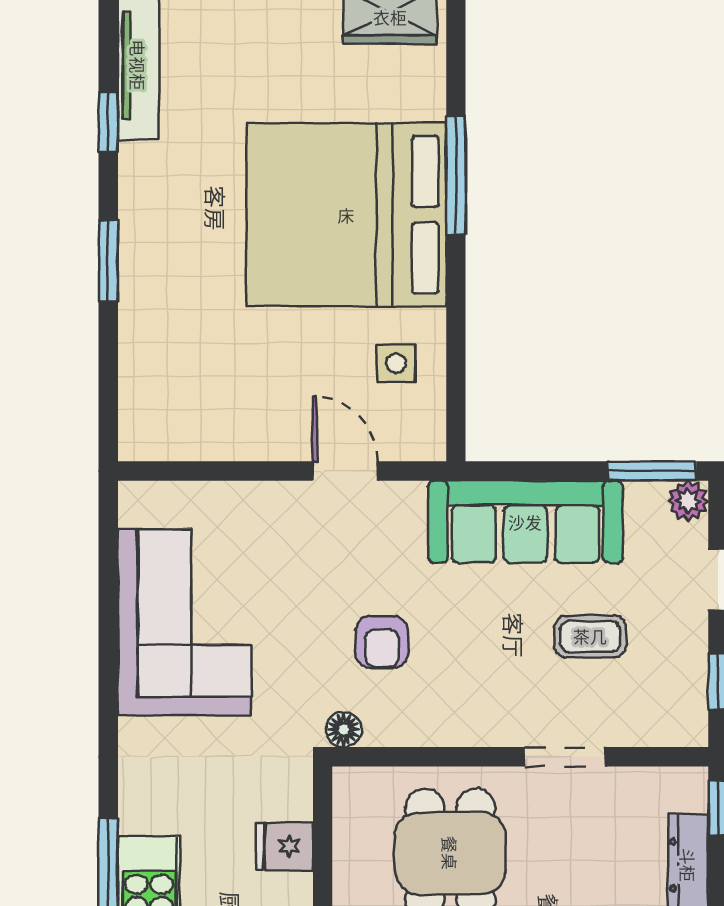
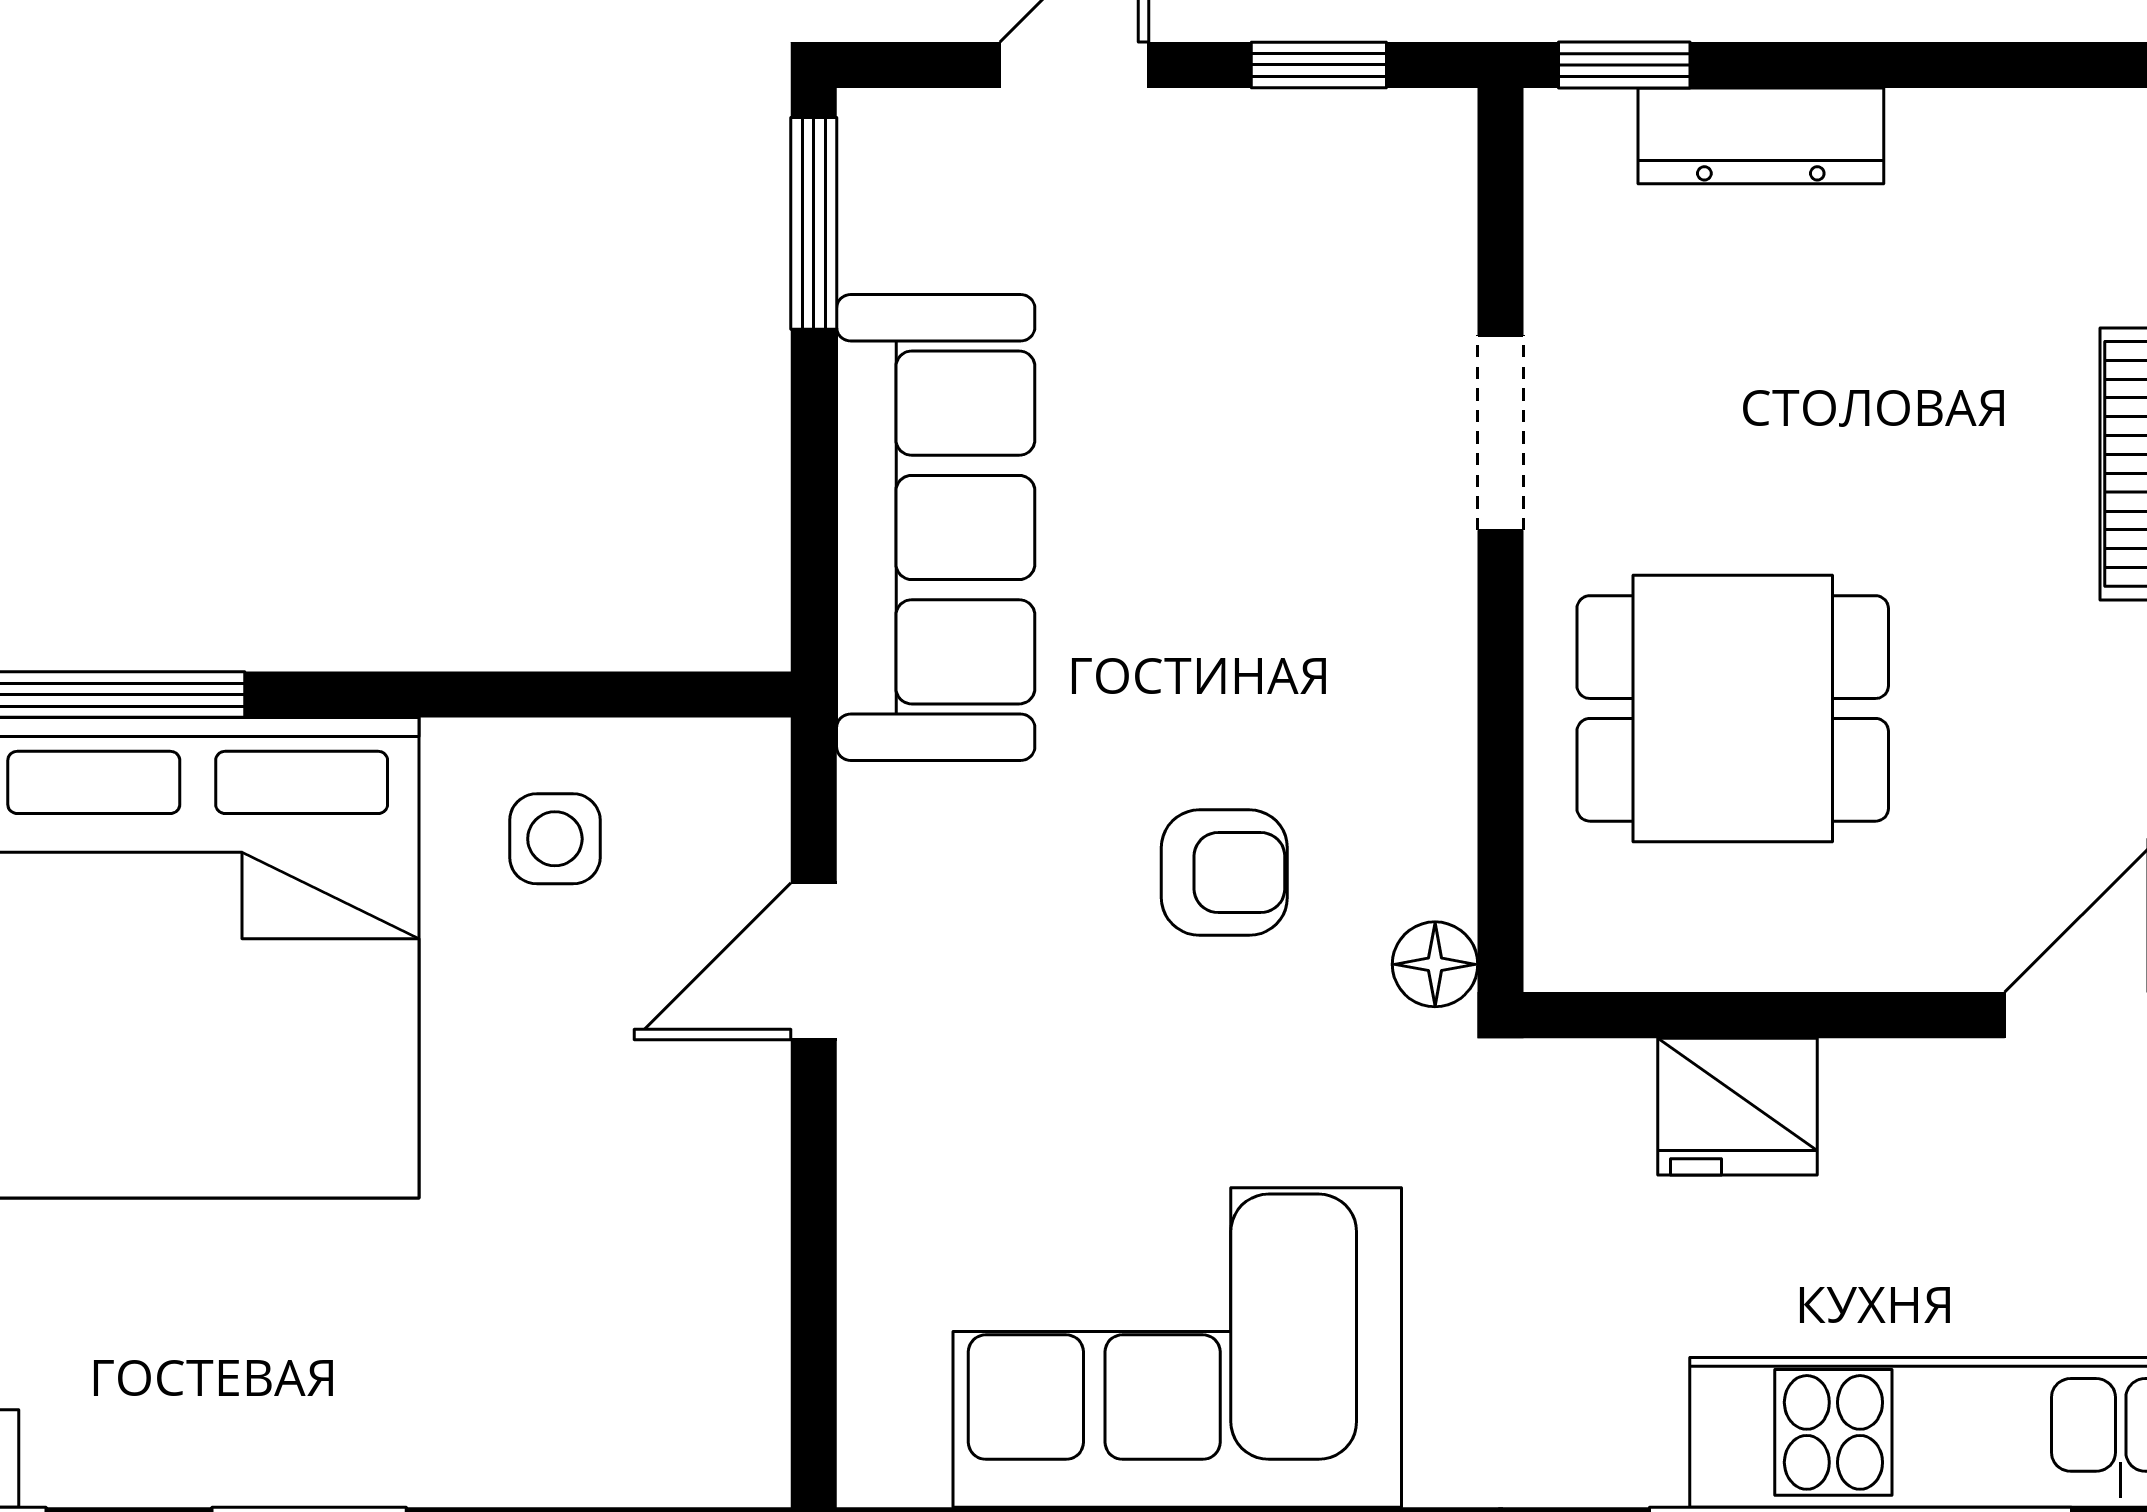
plant: (688, 501) -> (885, 136), removed
coffee table: (590, 636) -> (1211, 372), removed
fridge: (285, 846) -> (1737, 1107), width x1.38

